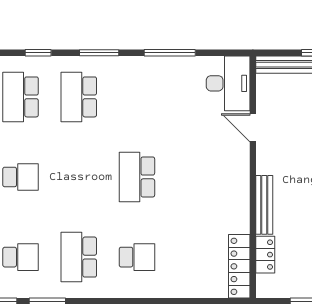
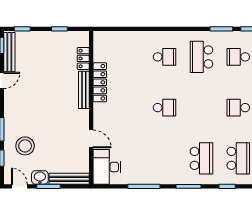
school desk: (137, 177) -> (165, 108), width x0.54
school desk: (79, 257) -> (201, 57), turned 180
school desk: (137, 257) -> (165, 57), turned 180
locker: (239, 266) -> (100, 82), moved

